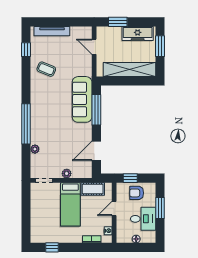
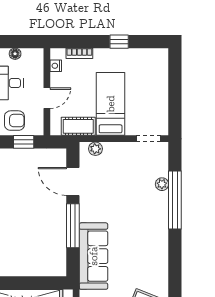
window: (96, 110) -> (73, 226), moved
window: (26, 124) -> (175, 200), moved
door: (96, 151) -> (73, 181), swing flipped
plant: (67, 173) -> (95, 149), moved
window: (52, 247) -> (119, 42), moved

